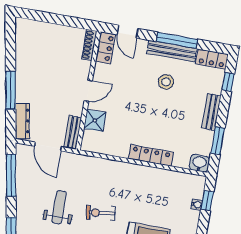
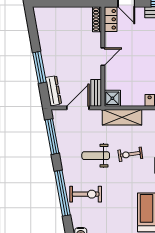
shower: (95, 120) -> (112, 98), moved
door: (48, 146) -> (78, 108), swing flipped
shelving: (98, 167) -> (122, 117), added
weight bench: (59, 207) -> (96, 156), turned -90

